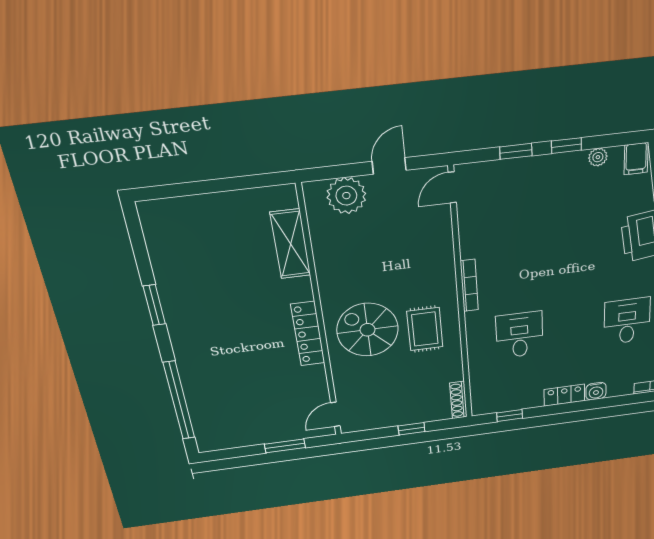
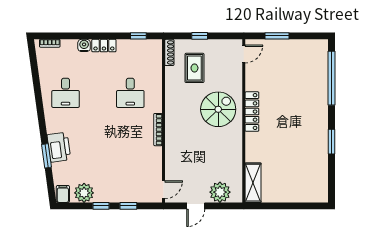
plant: (598, 157) -> (84, 193), width x1.87, depth x1.87
shelving: (291, 244) -> (253, 183), moved
rug: (425, 329) -> (194, 68), moved
spiral stairs: (367, 330) -> (218, 109), turned -90

